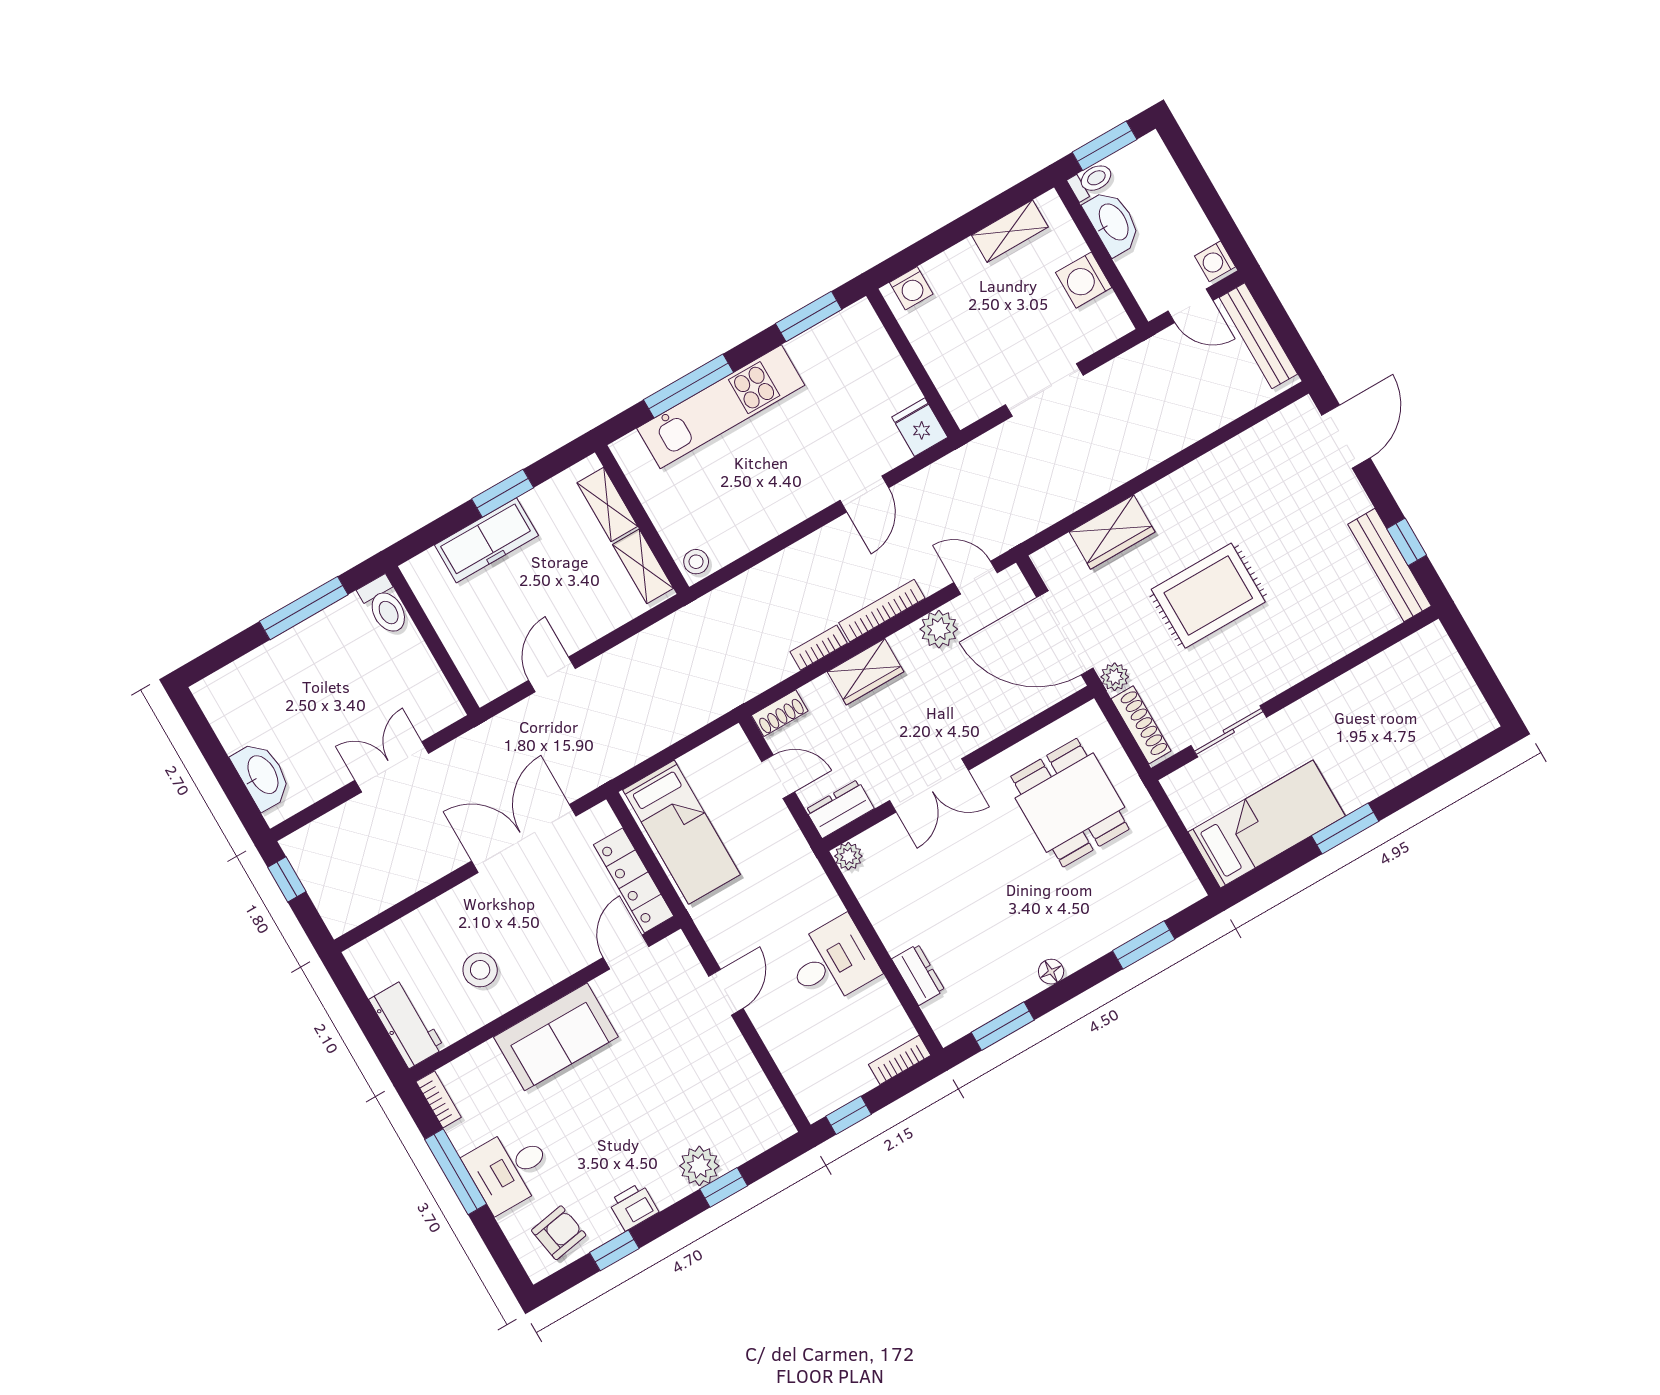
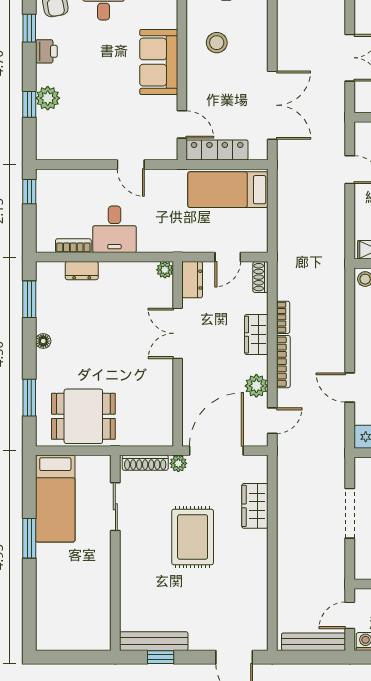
dining table: (1070, 803) -> (83, 416), moved
bookcase: (900, 1060) -> (73, 246), moved, turned -90

